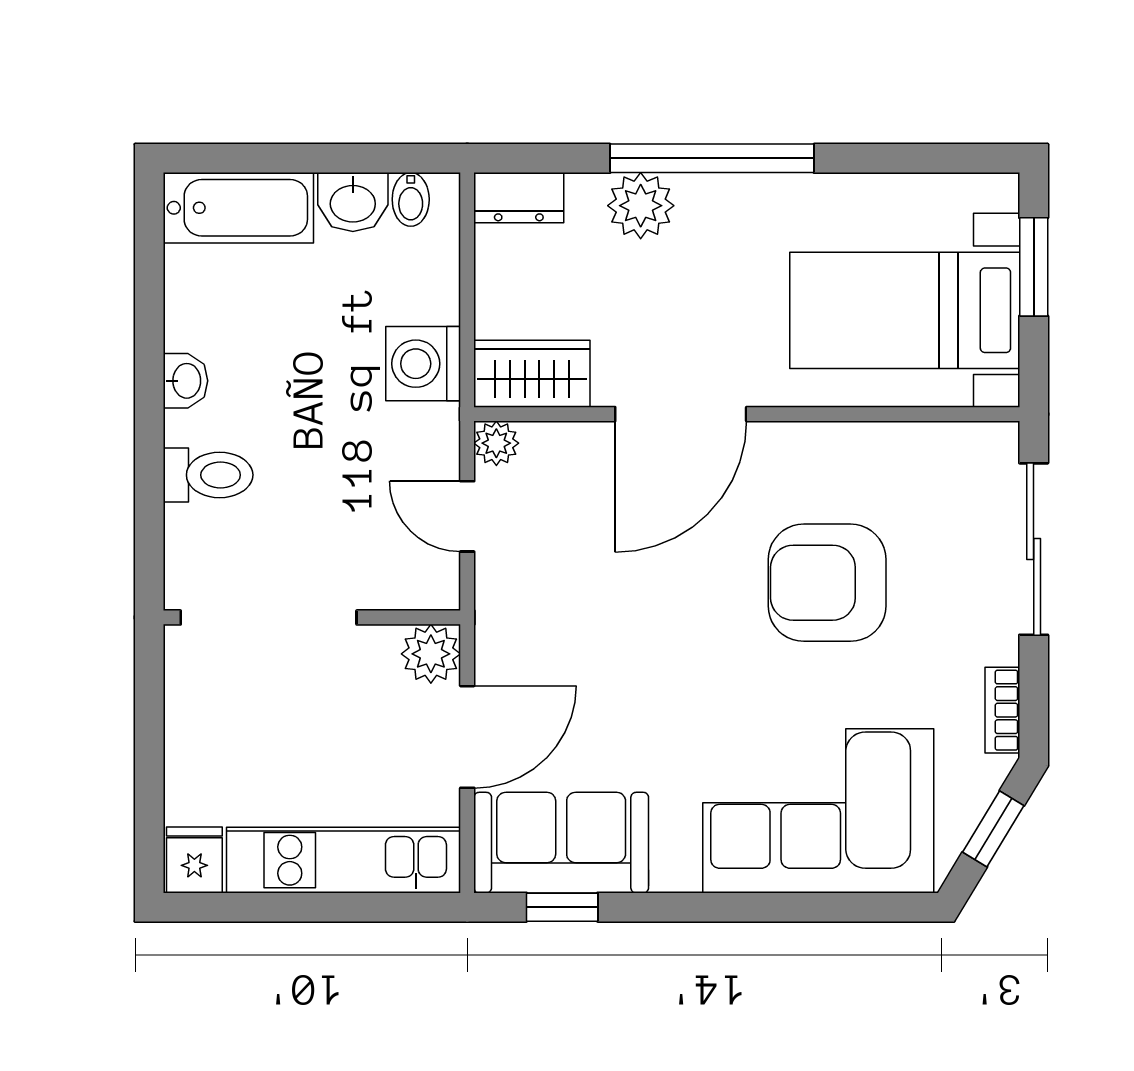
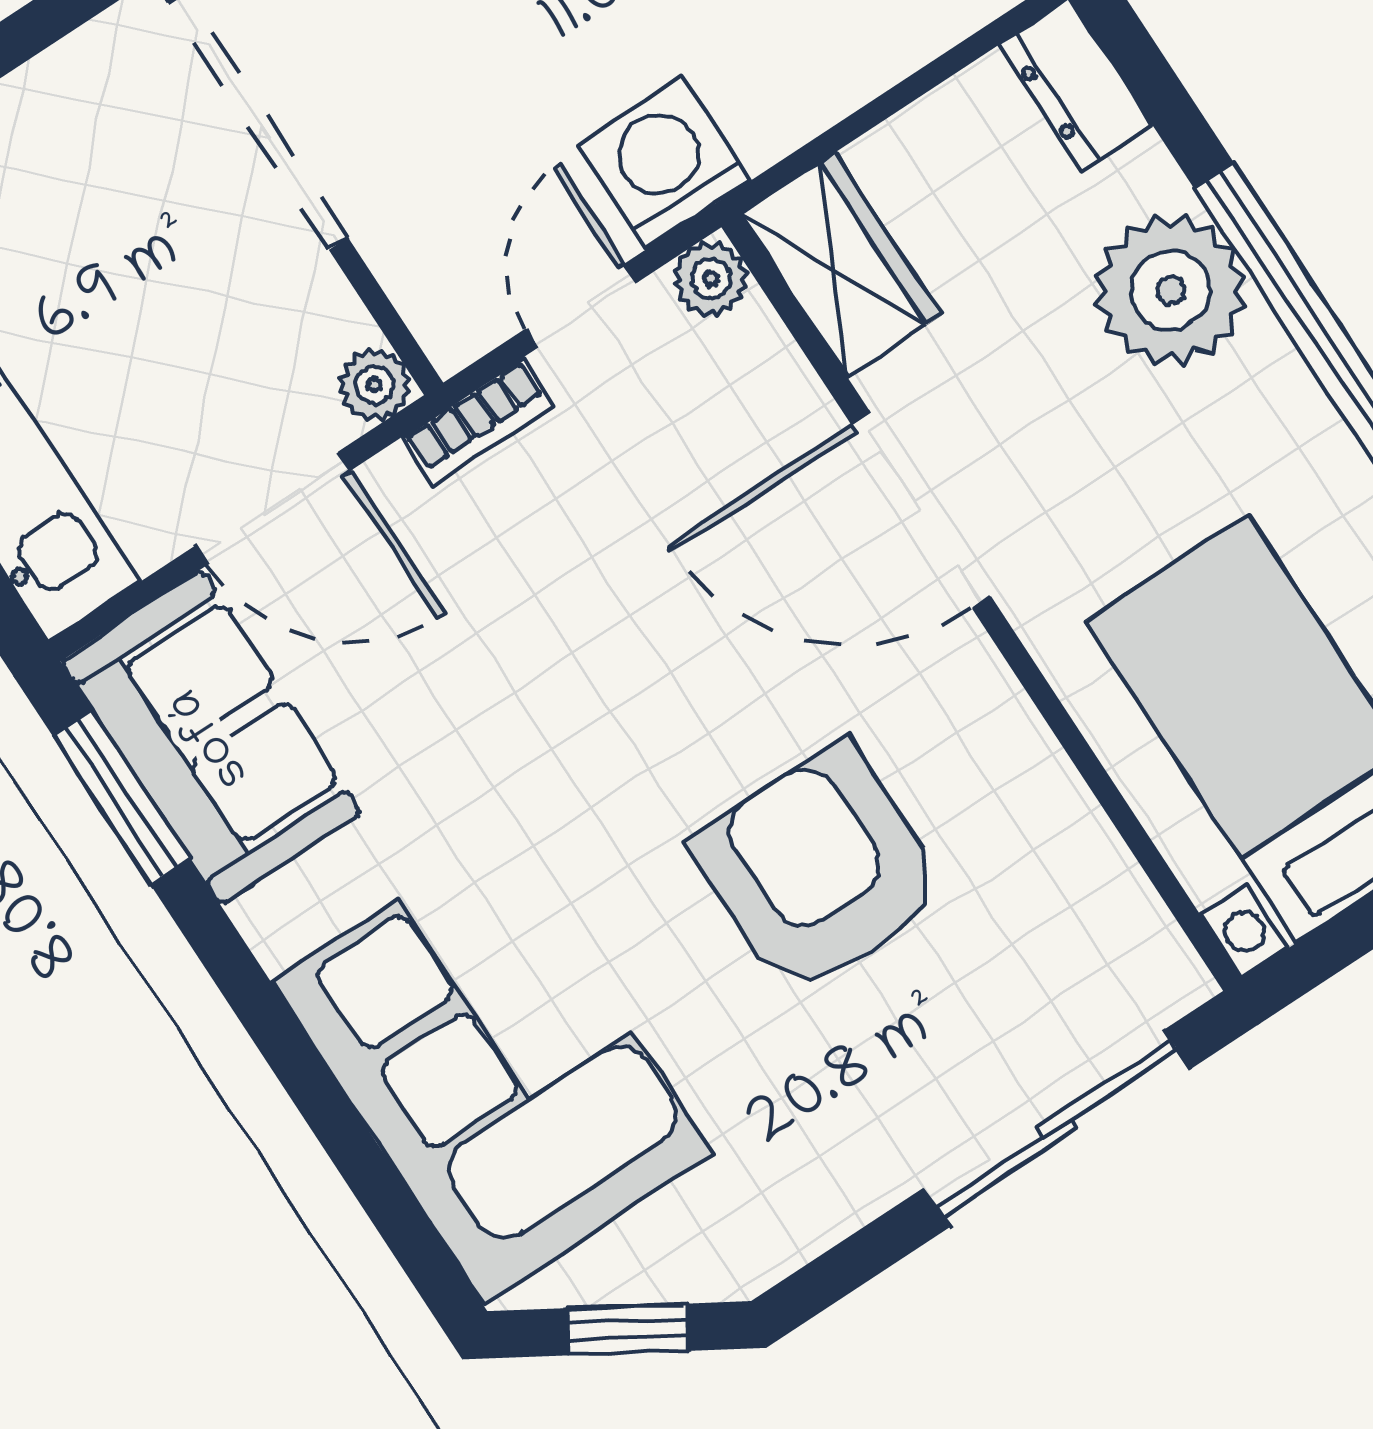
plant: (641, 206) -> (1170, 291), width x1.36, depth x1.36
washing machine: (423, 364) -> (664, 163), moved
plant: (431, 654) -> (374, 385), width x0.73, depth x0.73
bookcase: (1002, 710) -> (478, 421), moved, turned 180
window: (562, 907) -> (122, 798), width x1.50

